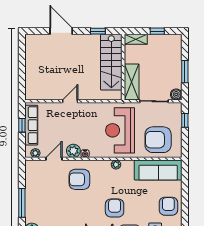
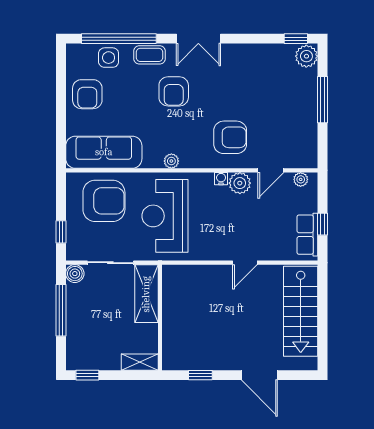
window: (157, 31) -> (87, 375), moved
stairs: (111, 62) -> (301, 311), moved, turned 180
window: (185, 72) -> (61, 310), width x1.44
row of seats: (31, 125) -> (307, 235), width x0.68
reception desk: (120, 130) -> (165, 216), turned 180

